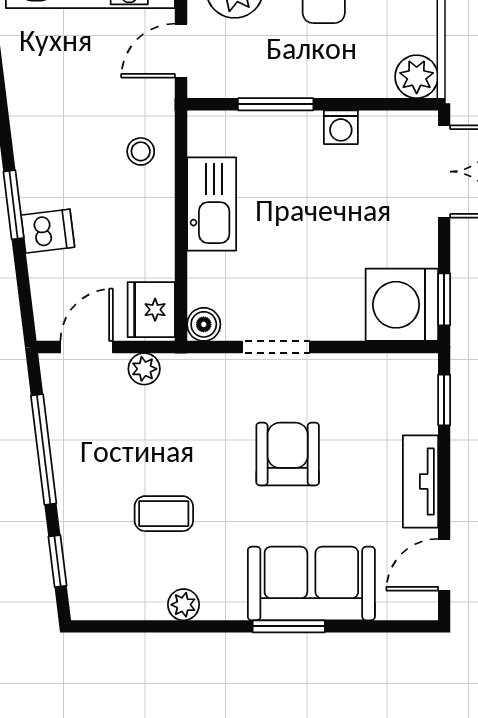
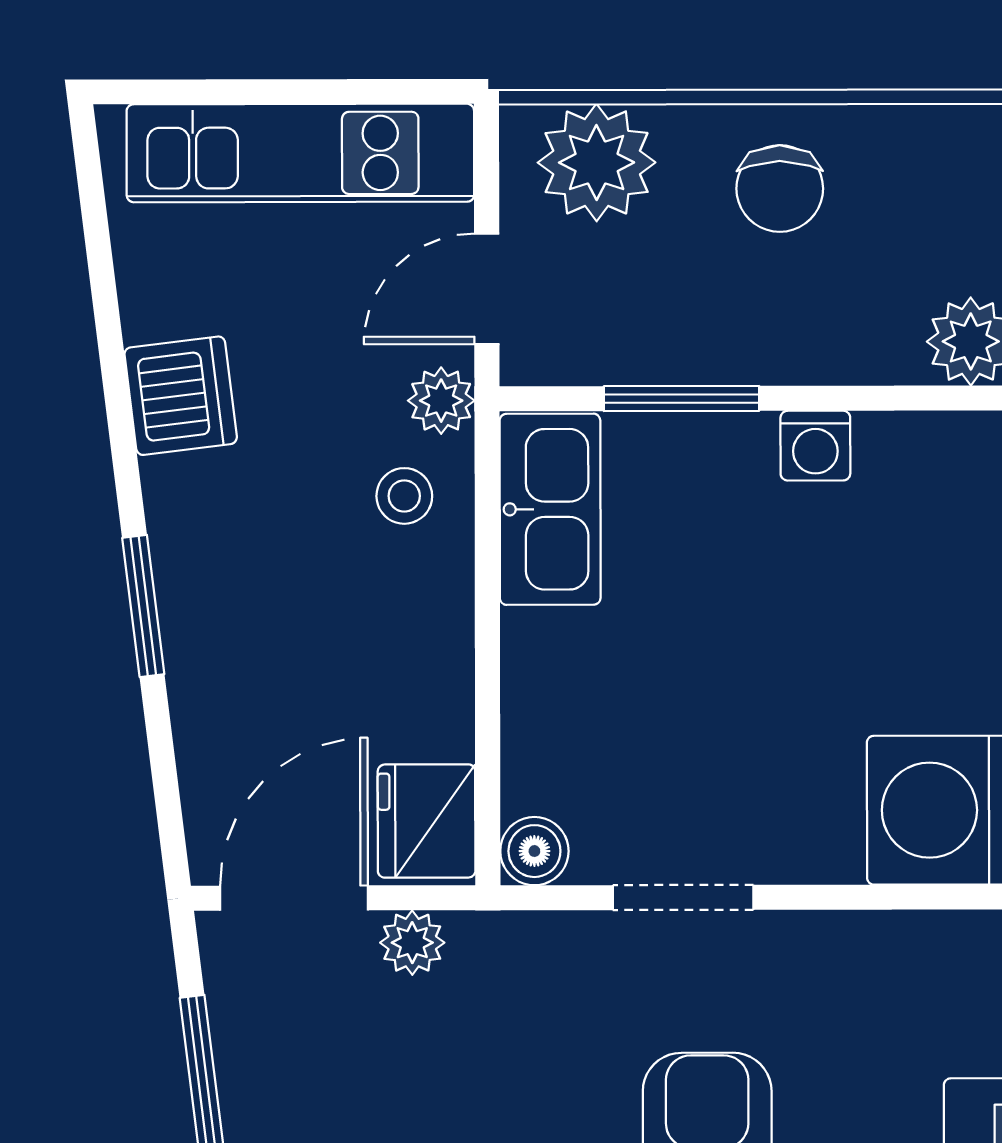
plant: (159, 105) -> (441, 401), added
kitchen sink: (212, 204) -> (550, 509), moved
dishwasher: (48, 231) -> (181, 396), moved, width x1.38
door: (87, 347) -> (294, 898), width x1.38

